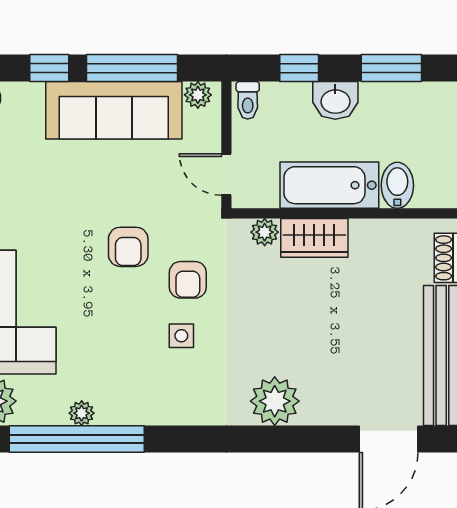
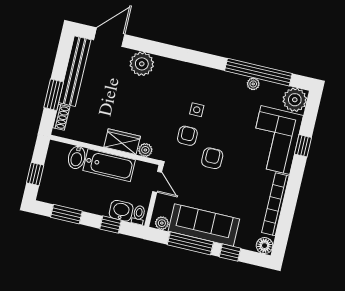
washbasin: (335, 100) -> (121, 211), moved
plant: (275, 401) -> (142, 64), moved

